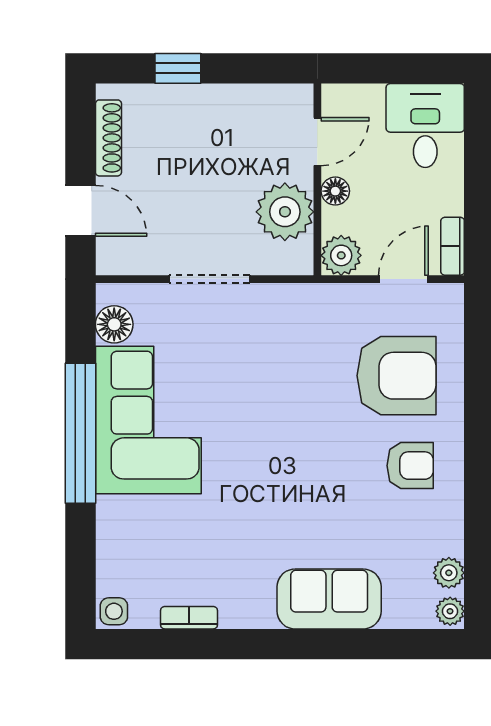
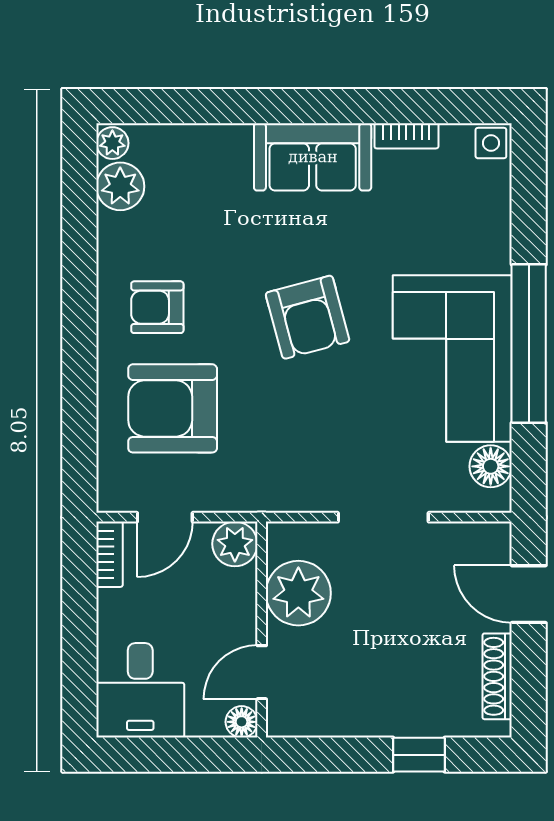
floor lamp: (335, 191) -> (242, 722), moved
armchair: (277, 457) -> (308, 317), added
plant: (449, 573) -> (120, 186), width x1.38, depth x1.38
sofa: (329, 599) -> (313, 157), moved

